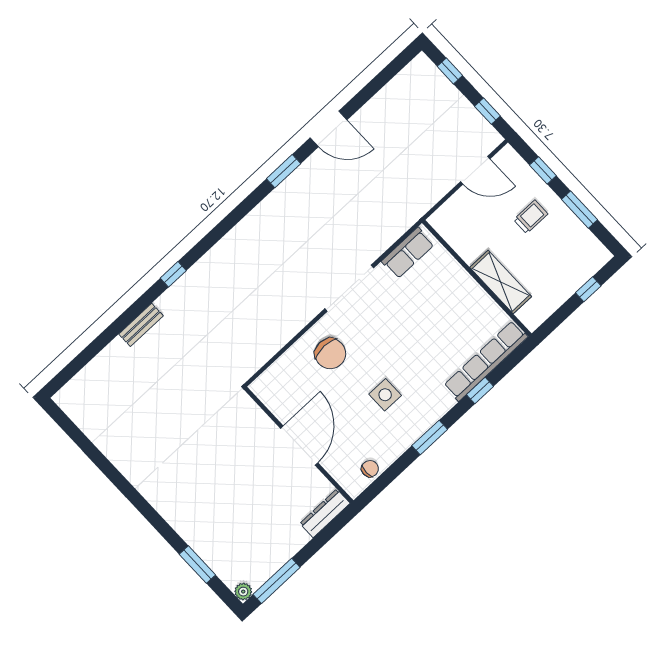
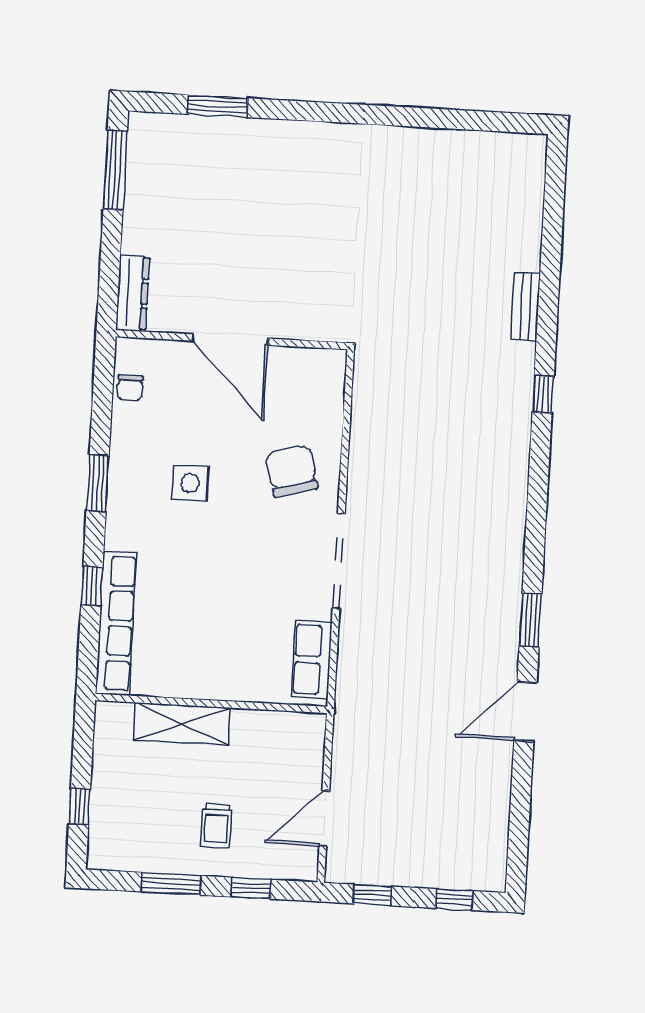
chair: (330, 354) -> (292, 471), turned 75
plant: (243, 592) -> (140, 124), removed

